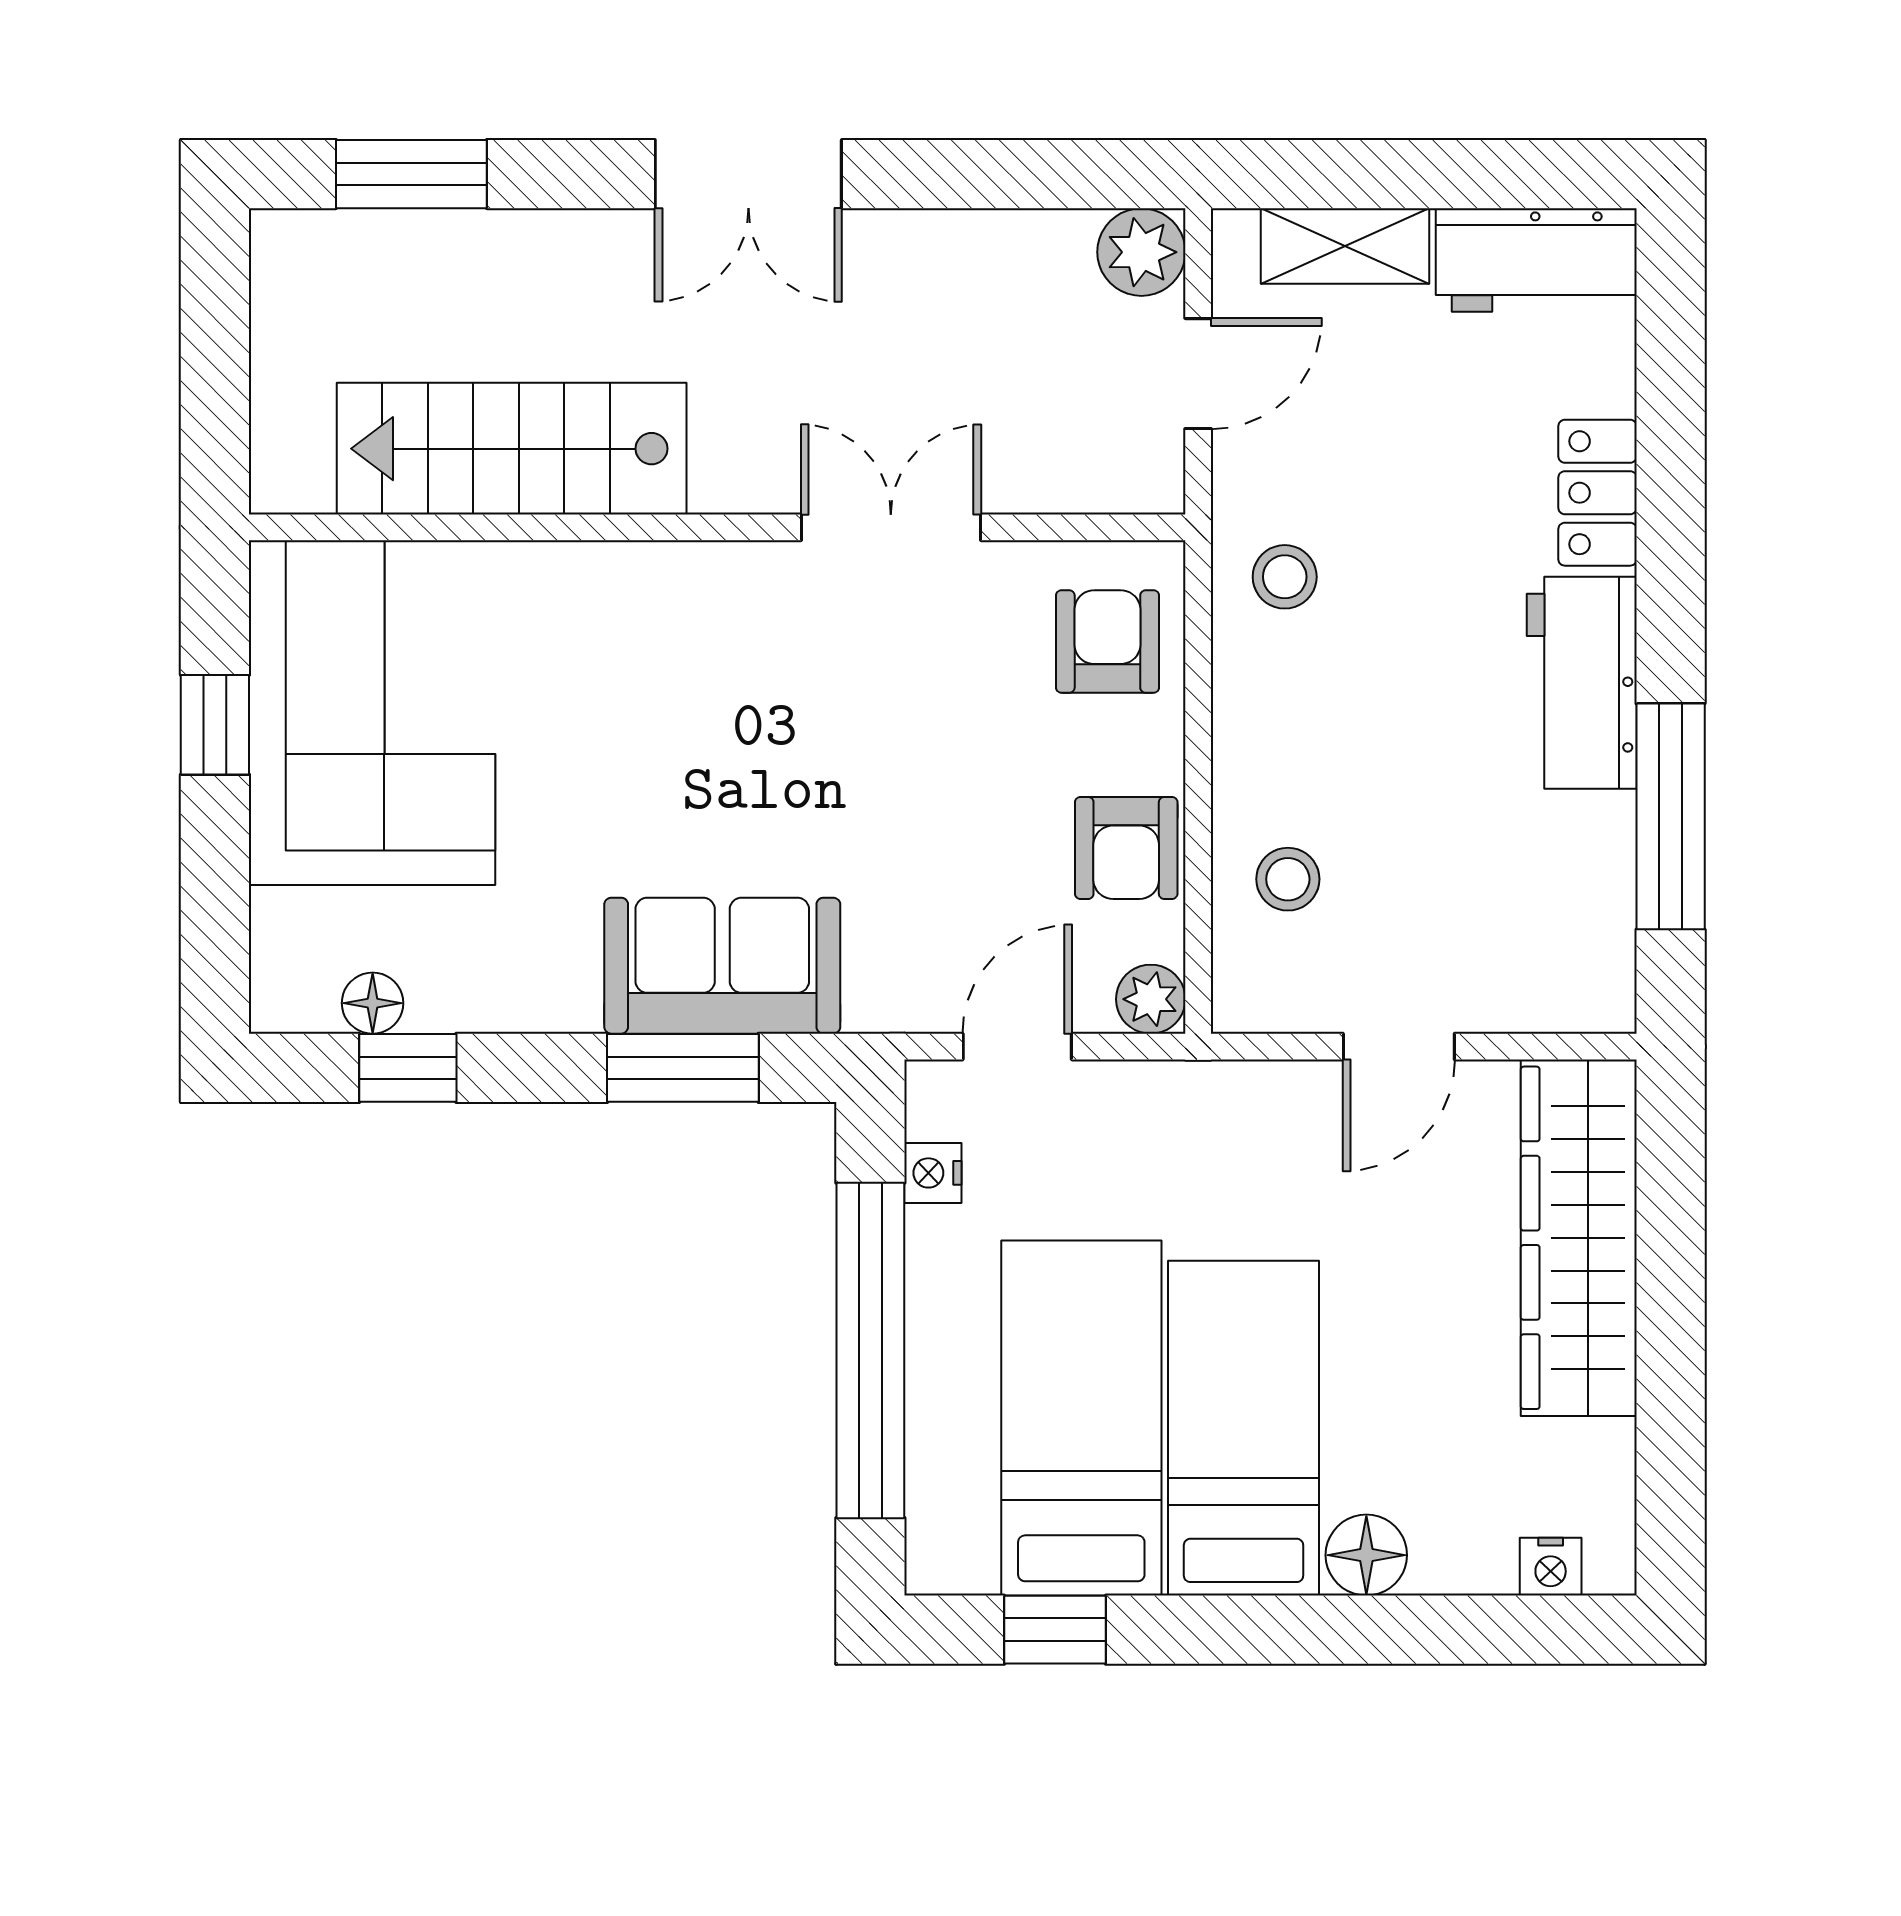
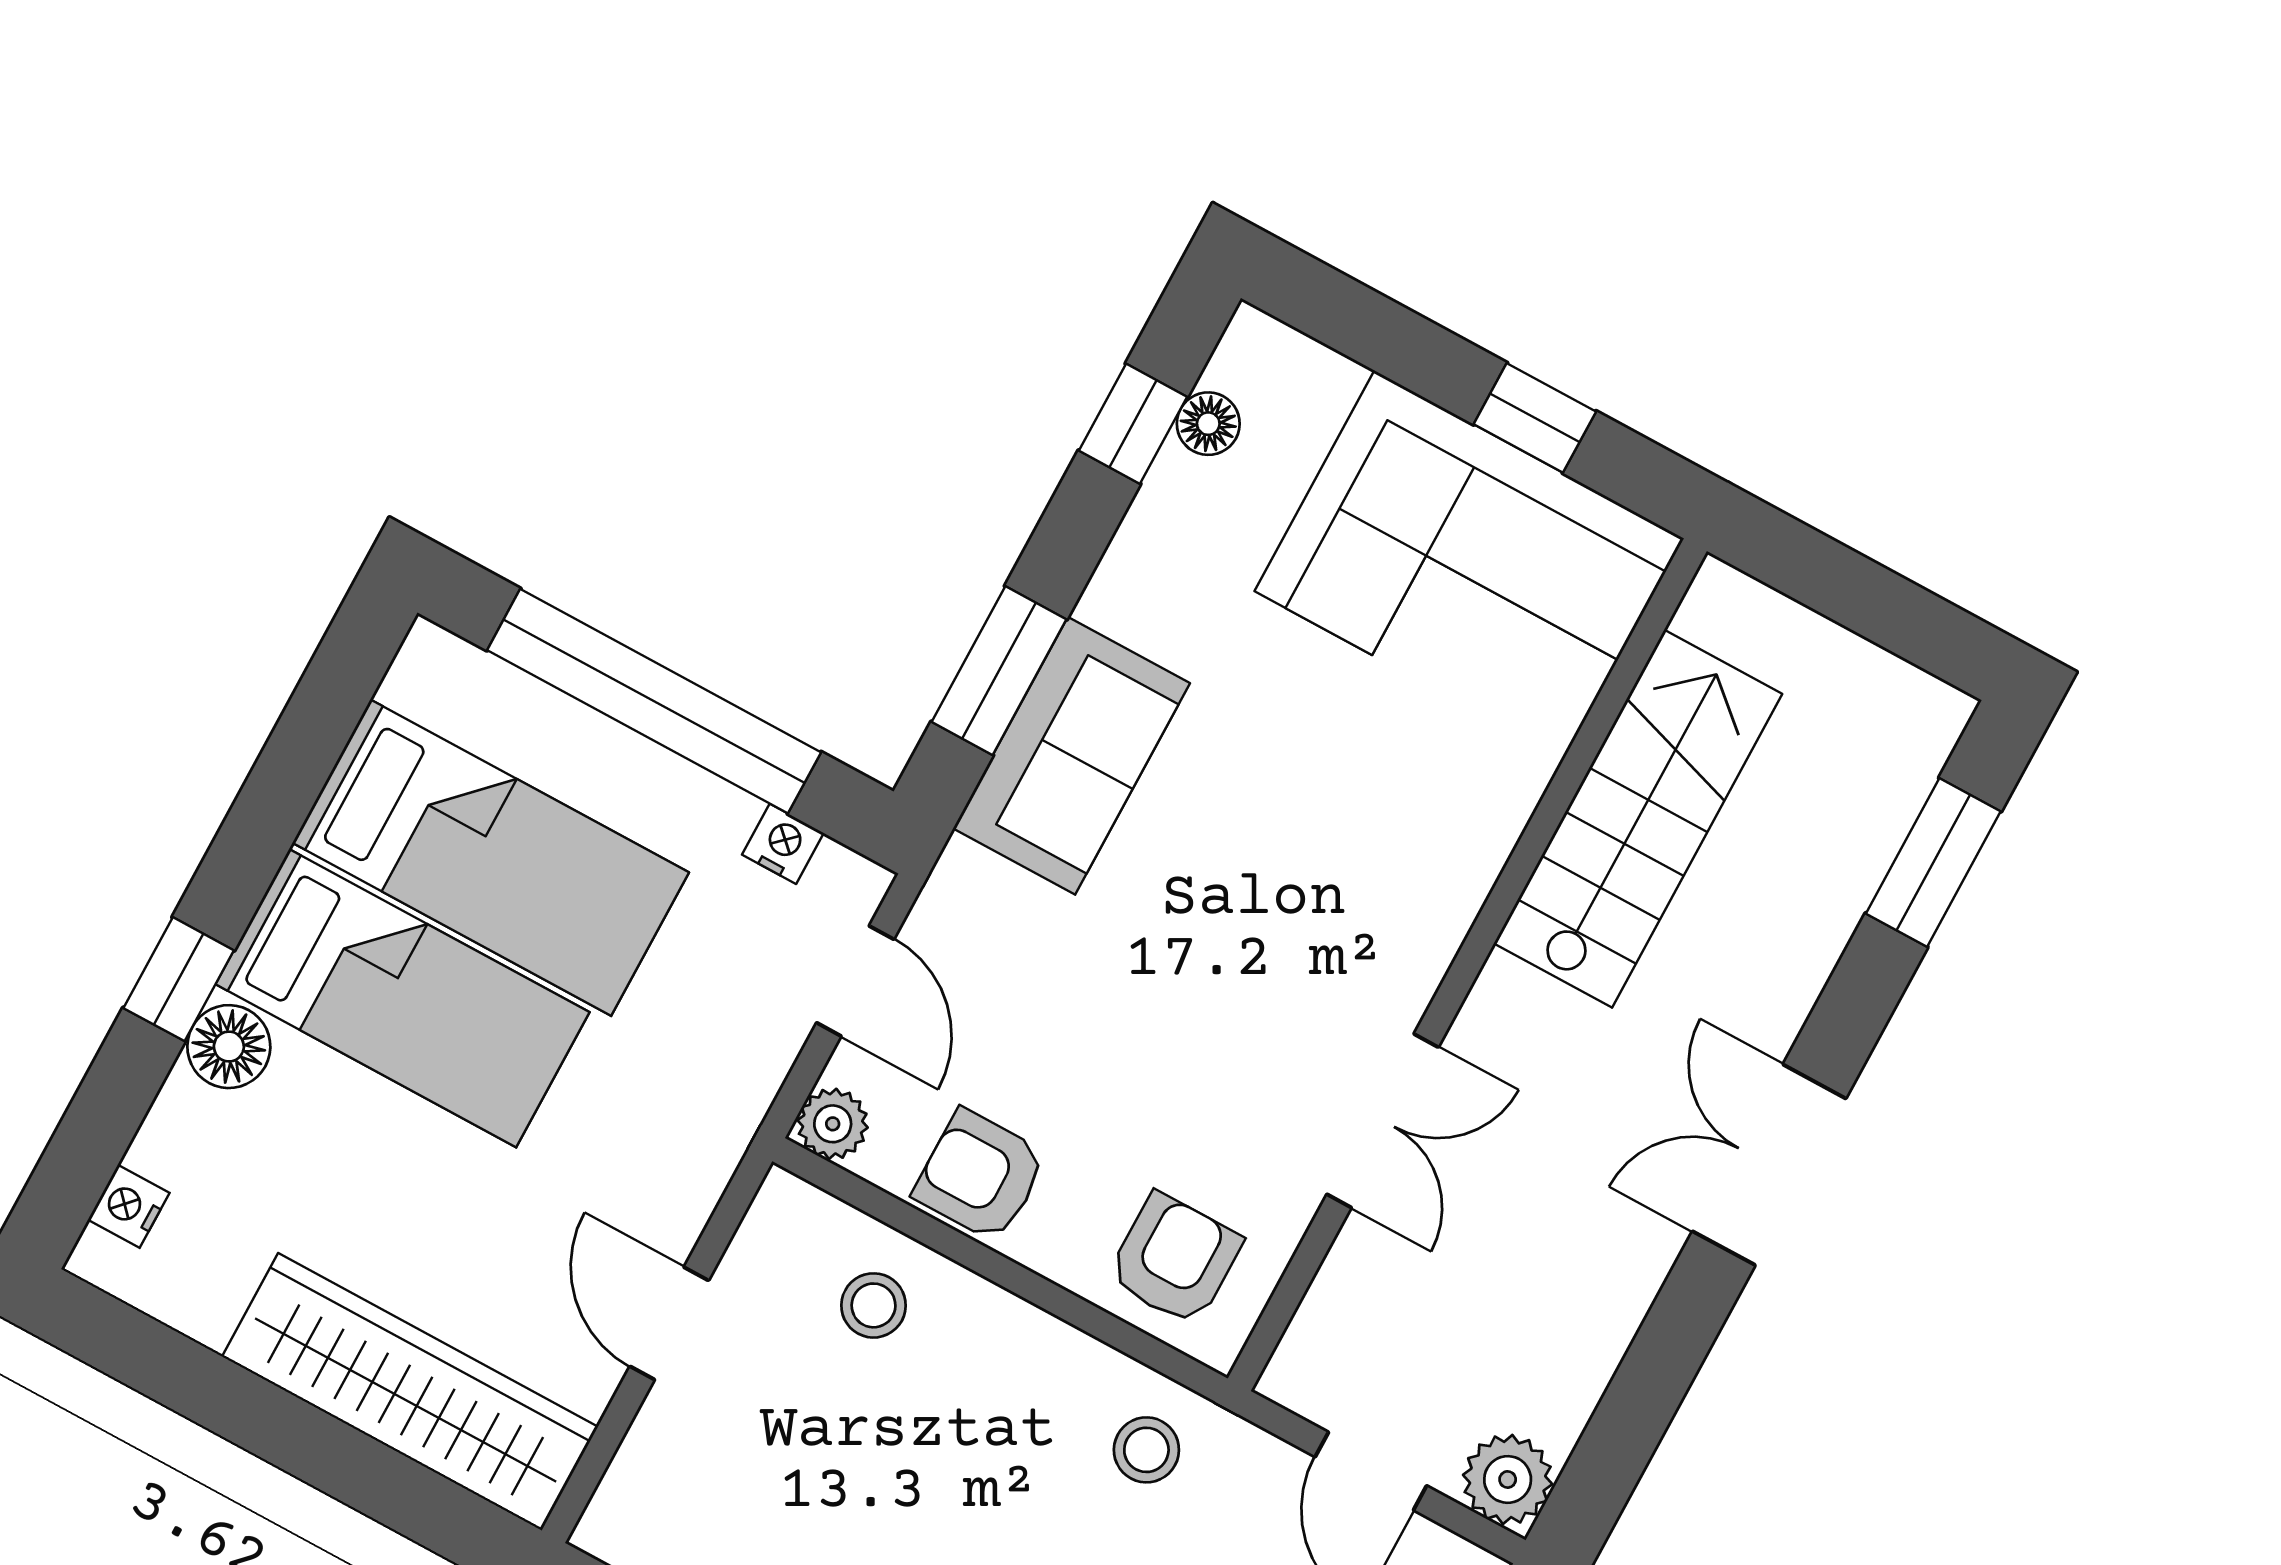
armchair: (1107, 642) -> (1175, 1259), turned -90
window: (1055, 1630) -> (179, 979), moved

